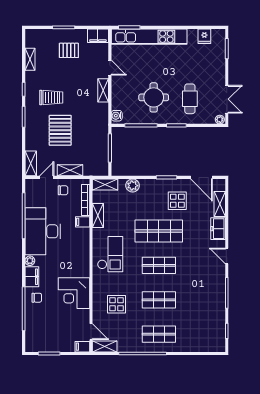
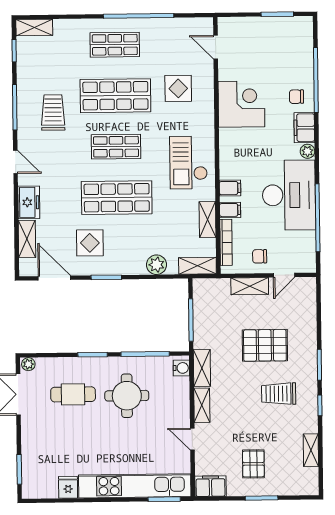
fridge: (204, 36) -> (68, 487), moved
pallet: (69, 50) -> (253, 464), turned 90
cafe table: (190, 99) -> (73, 394), turned 90
pallet: (60, 130) -> (265, 345), turned 90
shelving: (31, 163) -> (202, 368), moved
trolley: (201, 289) -> (53, 113), added
shop shelf: (159, 300) -> (115, 96), width x1.43, depth x1.36
shelving: (105, 346) -> (34, 27), moved
filing cabinet: (82, 347) -> (230, 188), moved

